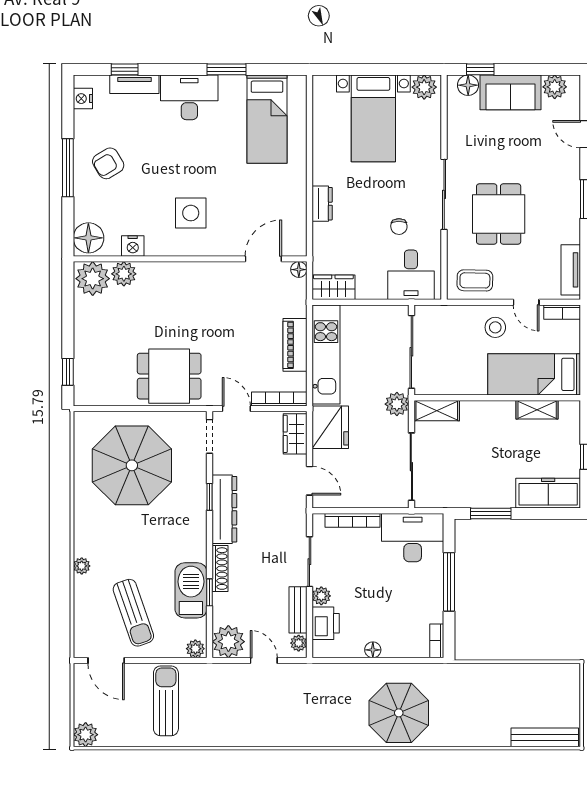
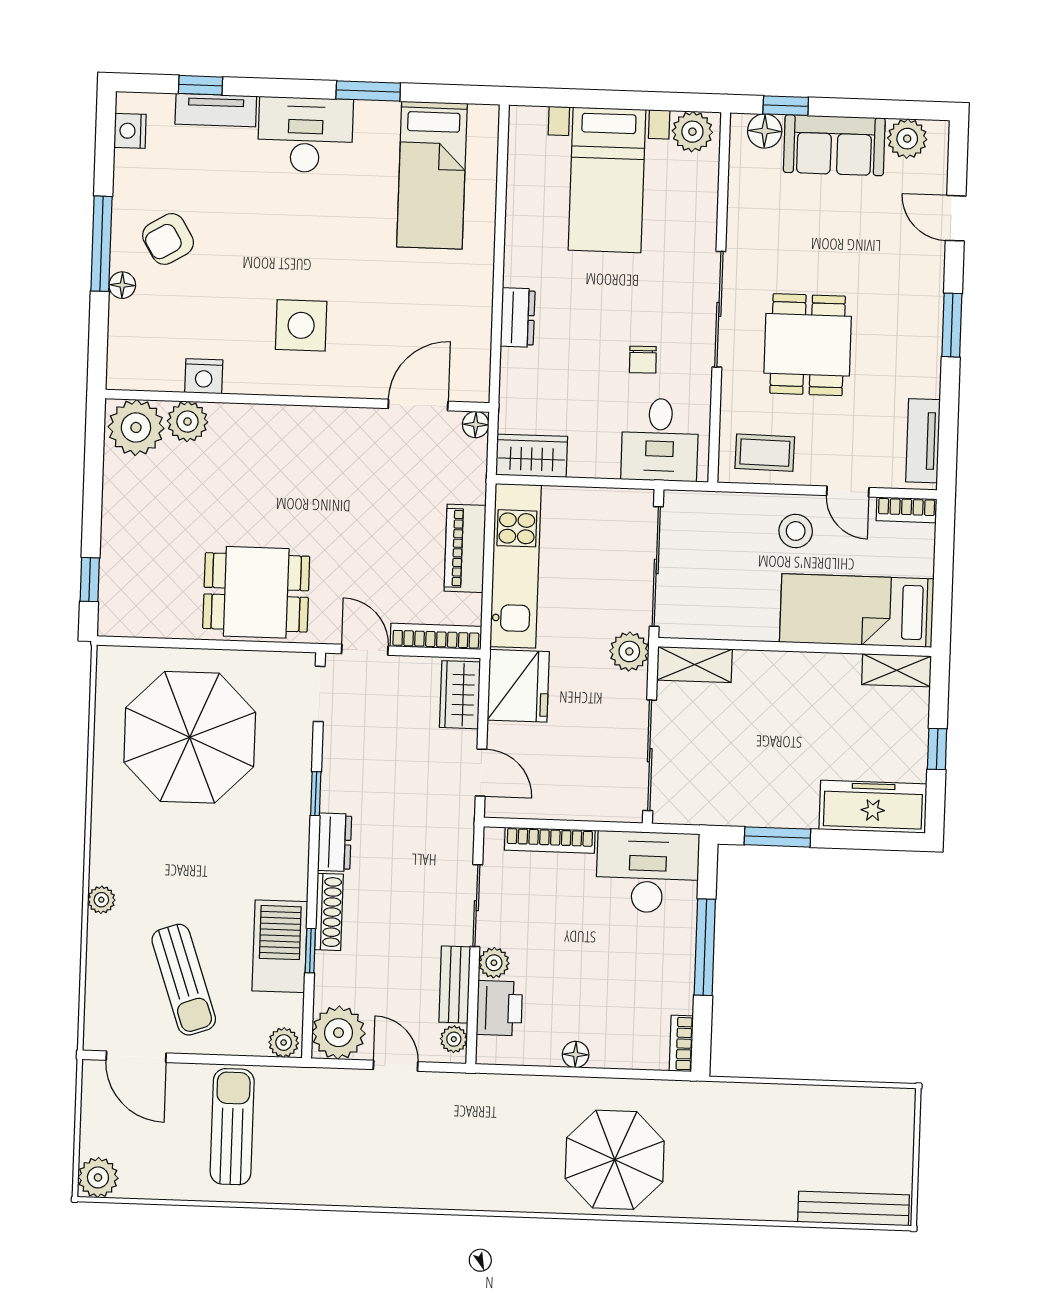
floor lamp: (88, 238) -> (122, 285), moved, width x0.53, depth x0.53
shelving: (537, 410) -> (896, 670), moved
dresser: (224, 509) -> (335, 842), width x0.51, depth x0.80

